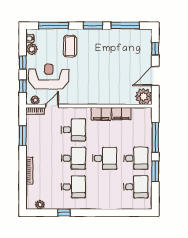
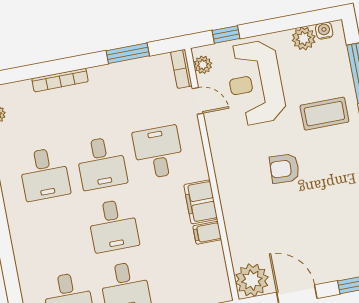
window: (23, 63) -> (273, 25), removed
armchair: (93, 70) -> (285, 169), added
reception desk: (49, 76) -> (255, 83), turned 180
filing cabinet: (121, 114) -> (207, 233), width x0.50
desk: (73, 130) -> (158, 152), turned 180

